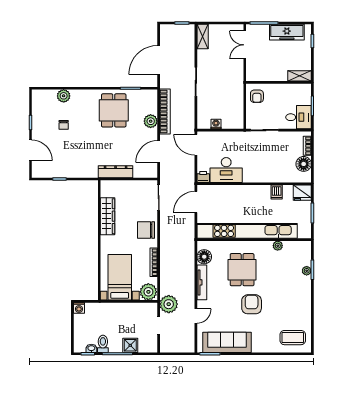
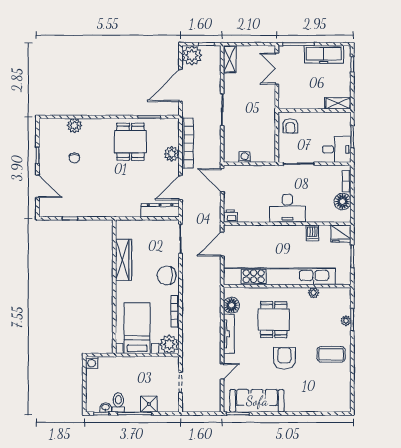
desk: (226, 170) -> (287, 208), moved
dresser: (116, 172) -> (160, 210), moved
plant: (169, 304) -> (192, 55), moved
coffee table: (293, 338) -> (331, 354), moved

